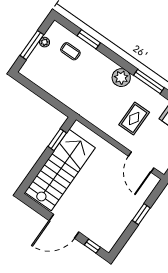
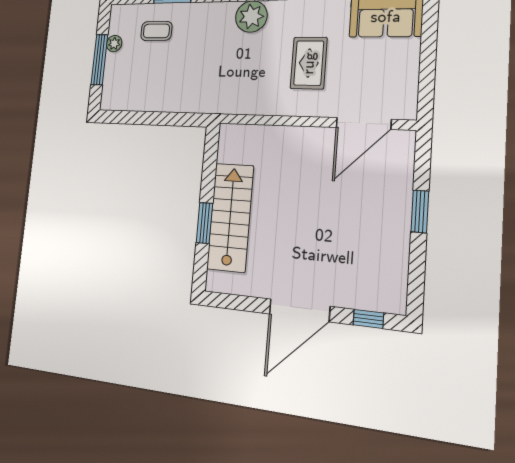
window: (57, 140) -> (204, 223), moved
door: (141, 162) -> (364, 123), hinge flipped
stairs: (60, 170) -> (230, 217), width x0.73, depth x0.66

